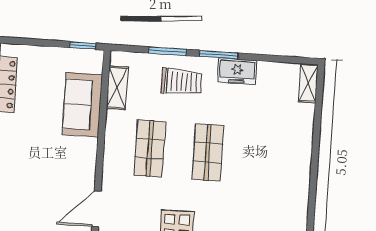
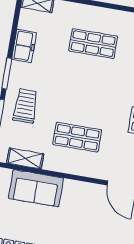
freezer: (237, 71) -> (24, 46), moved
shop shelf: (208, 152) -> (93, 44), moved

